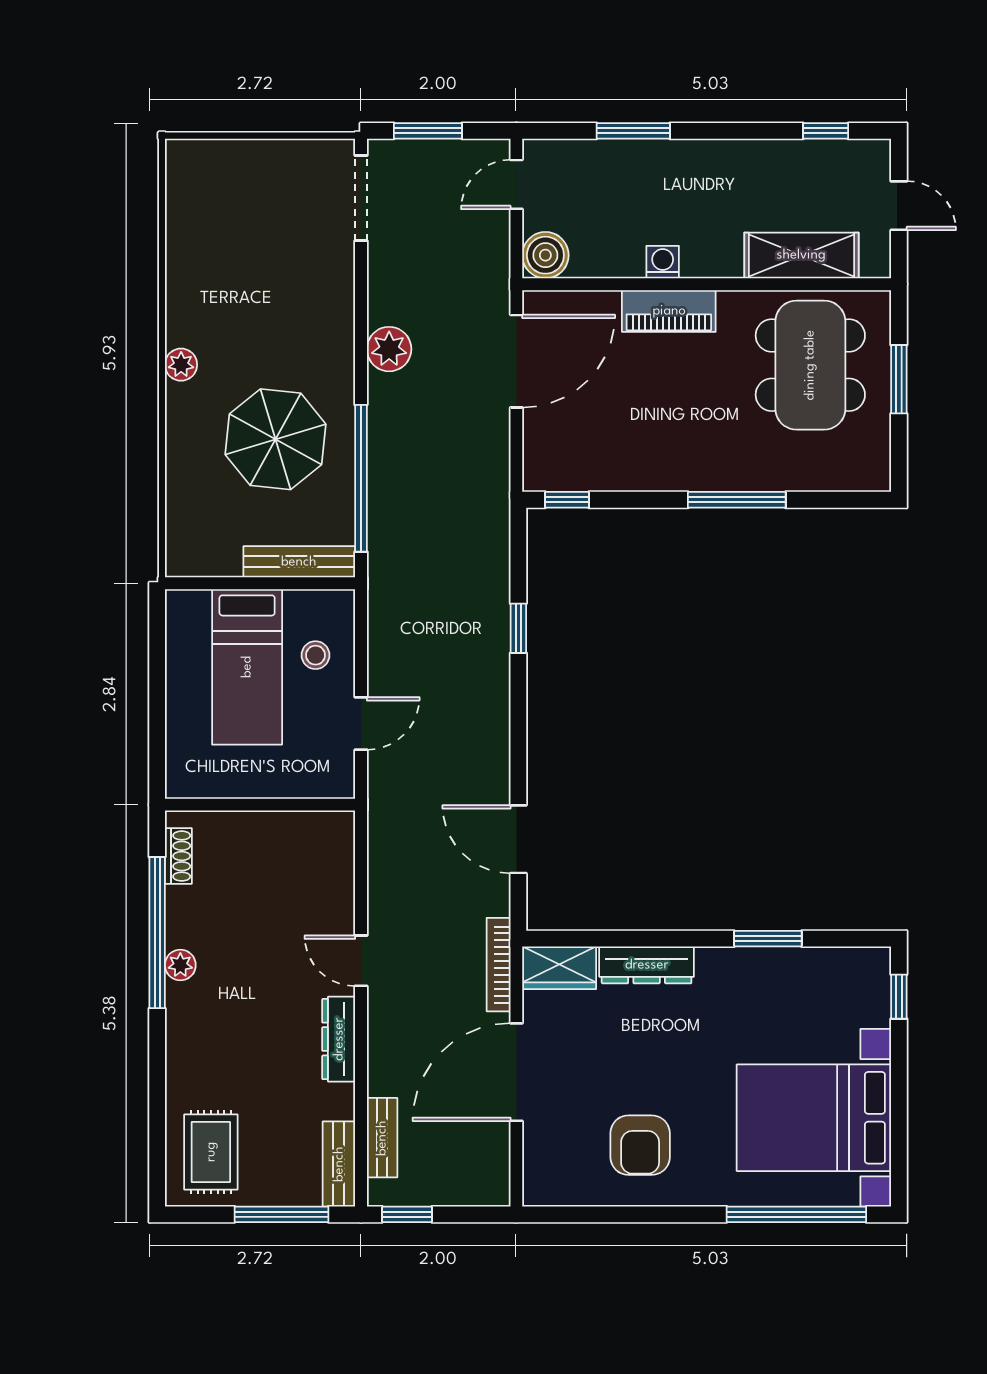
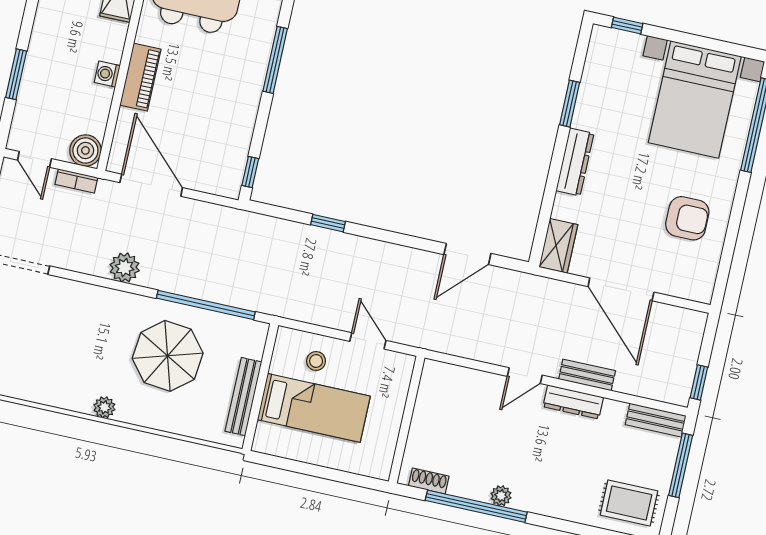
bench: (299, 562) -> (243, 397), moved
bookcase: (499, 965) -> (76, 181), moved, width x0.64
dresser: (647, 965) -> (575, 162), moved
bench: (382, 1138) -> (587, 375), moved

